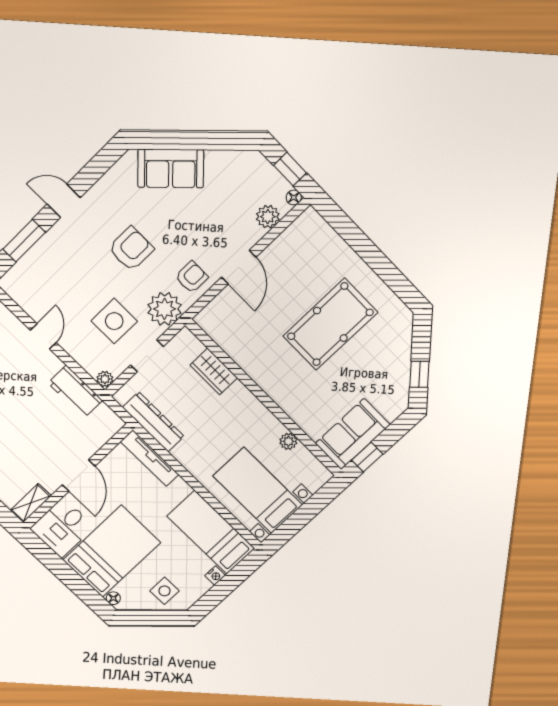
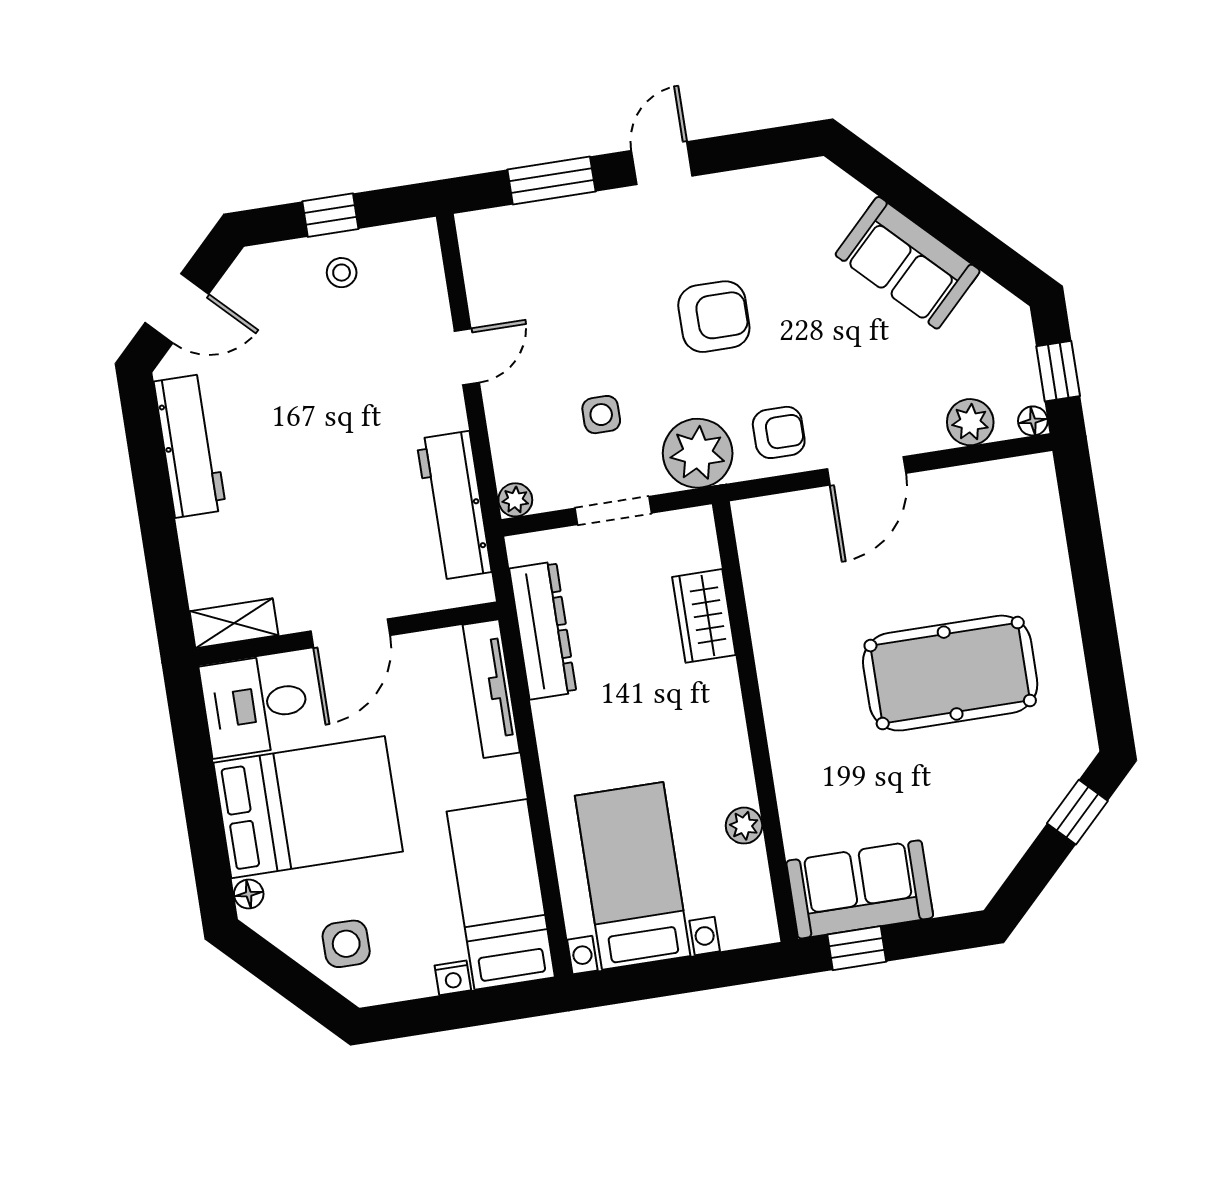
sofa: (171, 169) -> (908, 263), moved
door: (64, 201) -> (662, 163), hinge flipped
side table: (114, 321) -> (601, 415), width x0.54, depth x0.54
window: (419, 374) -> (1077, 812), moved
workbench: (75, 392) -> (454, 505), width x1.37

